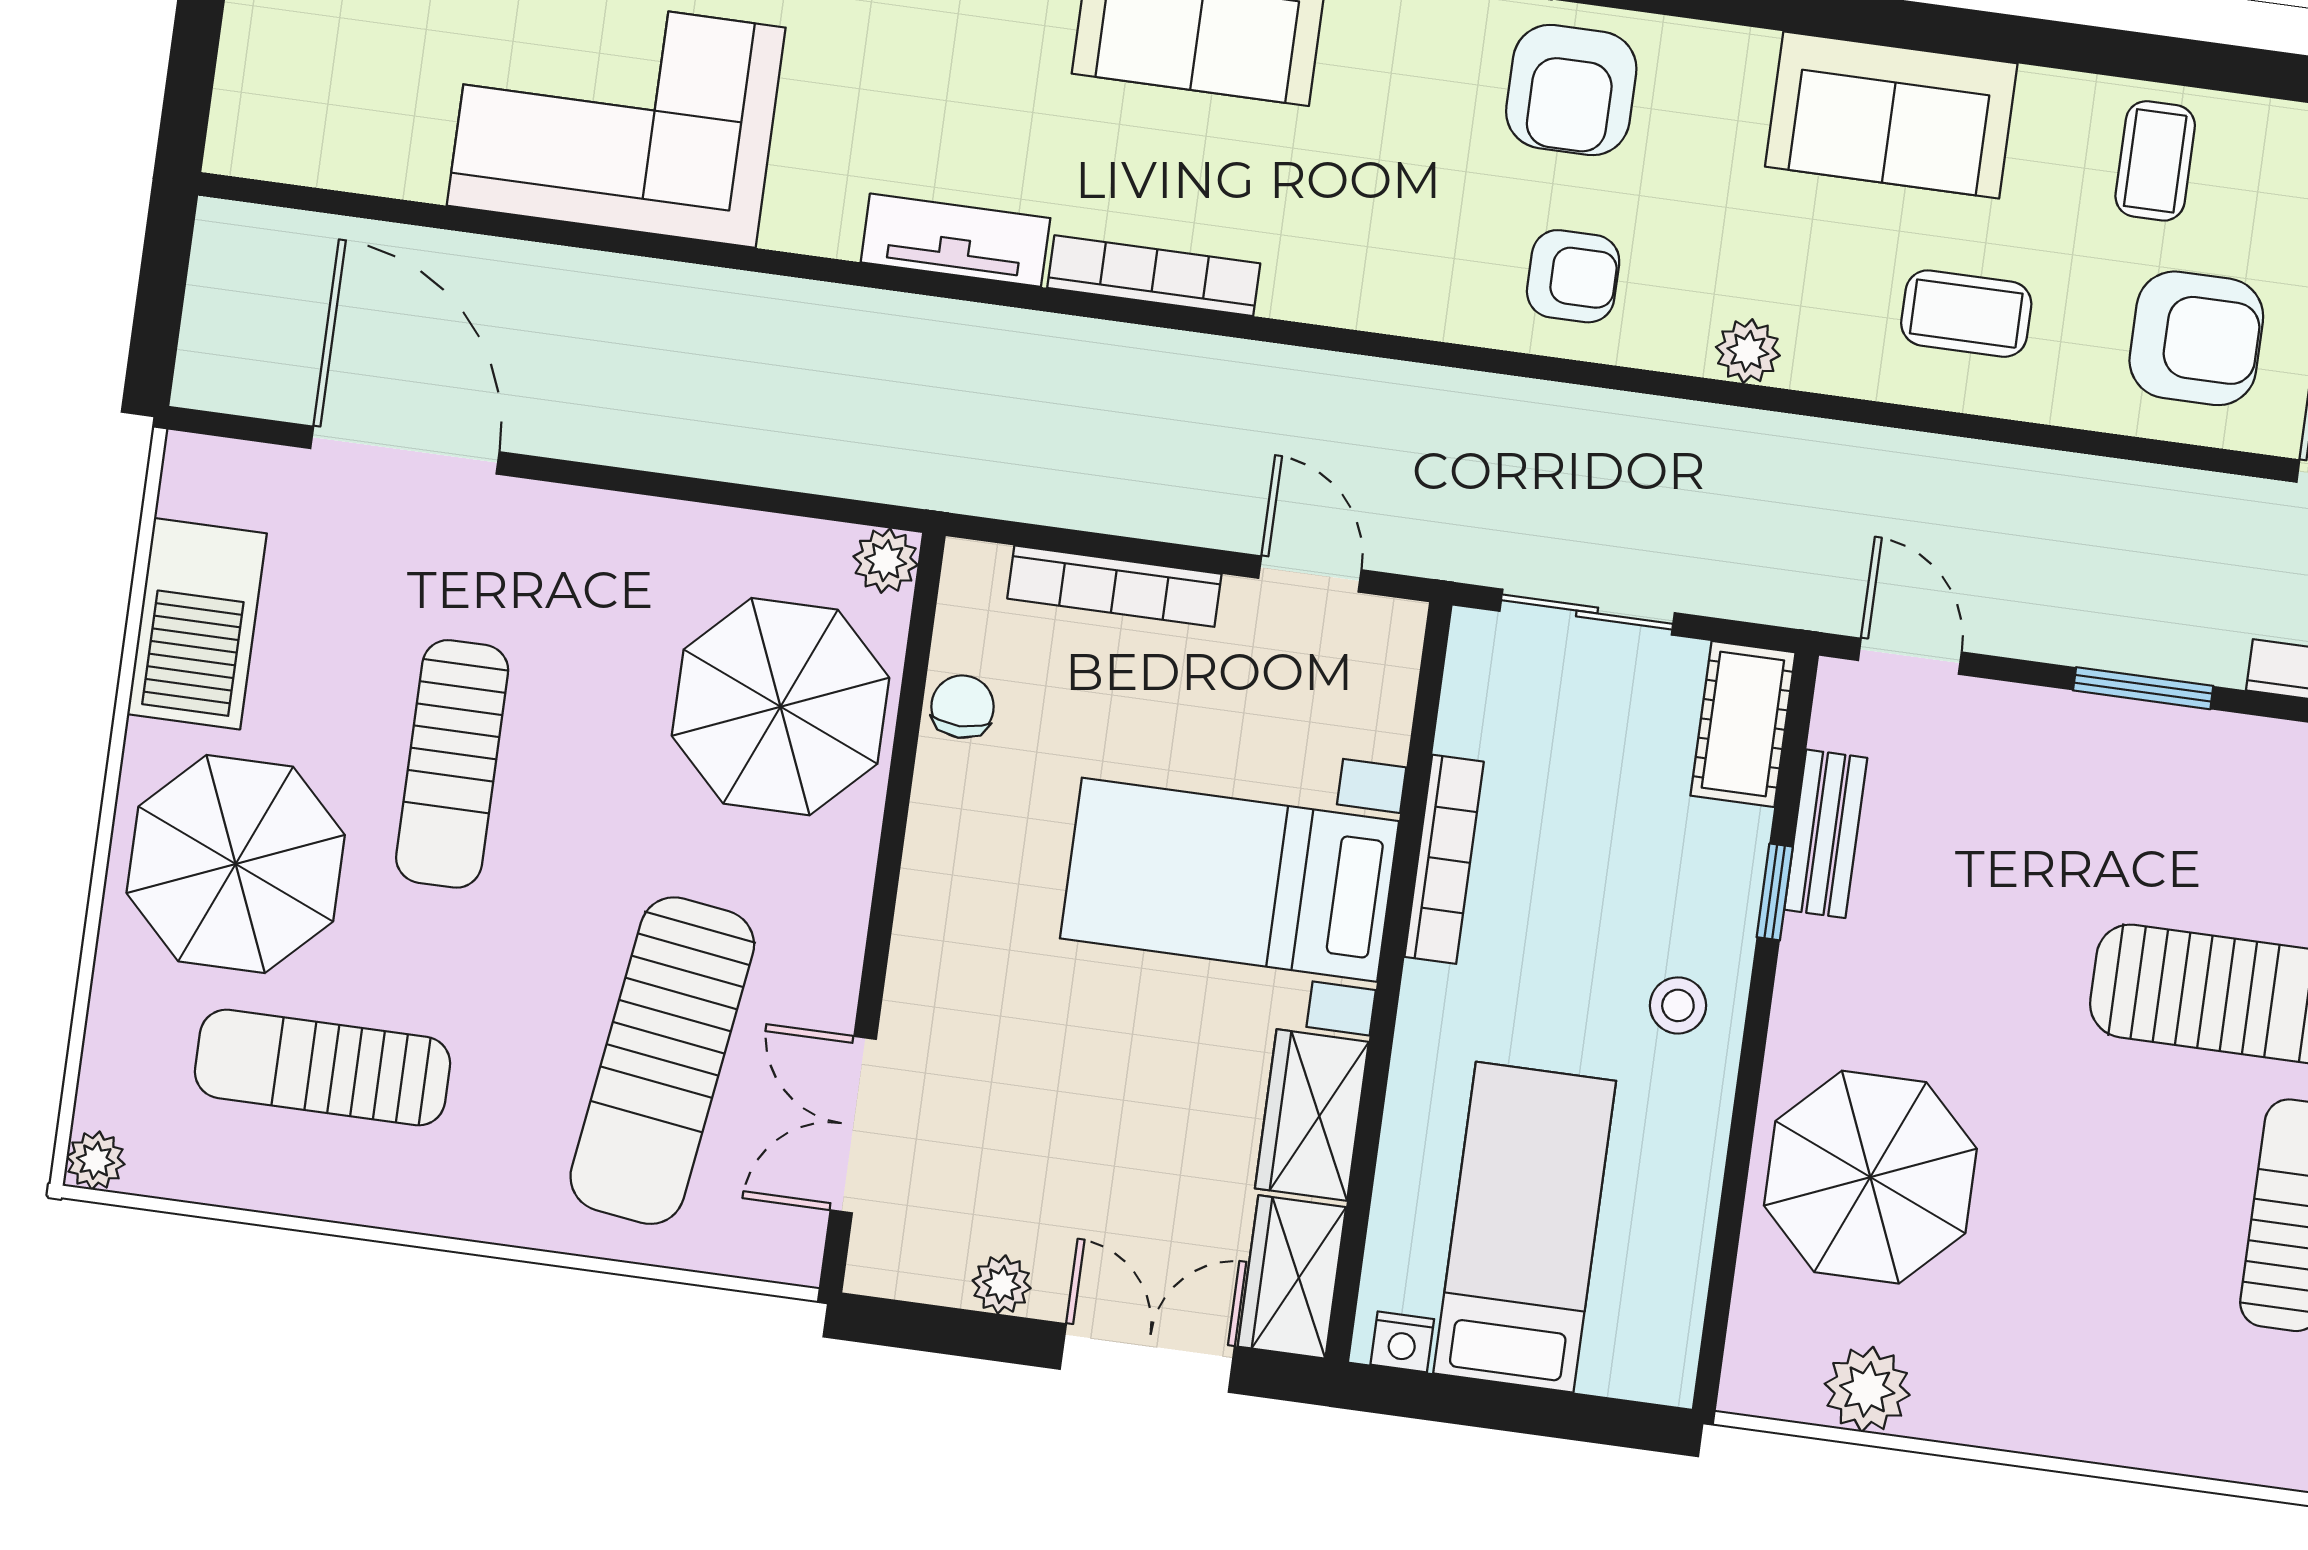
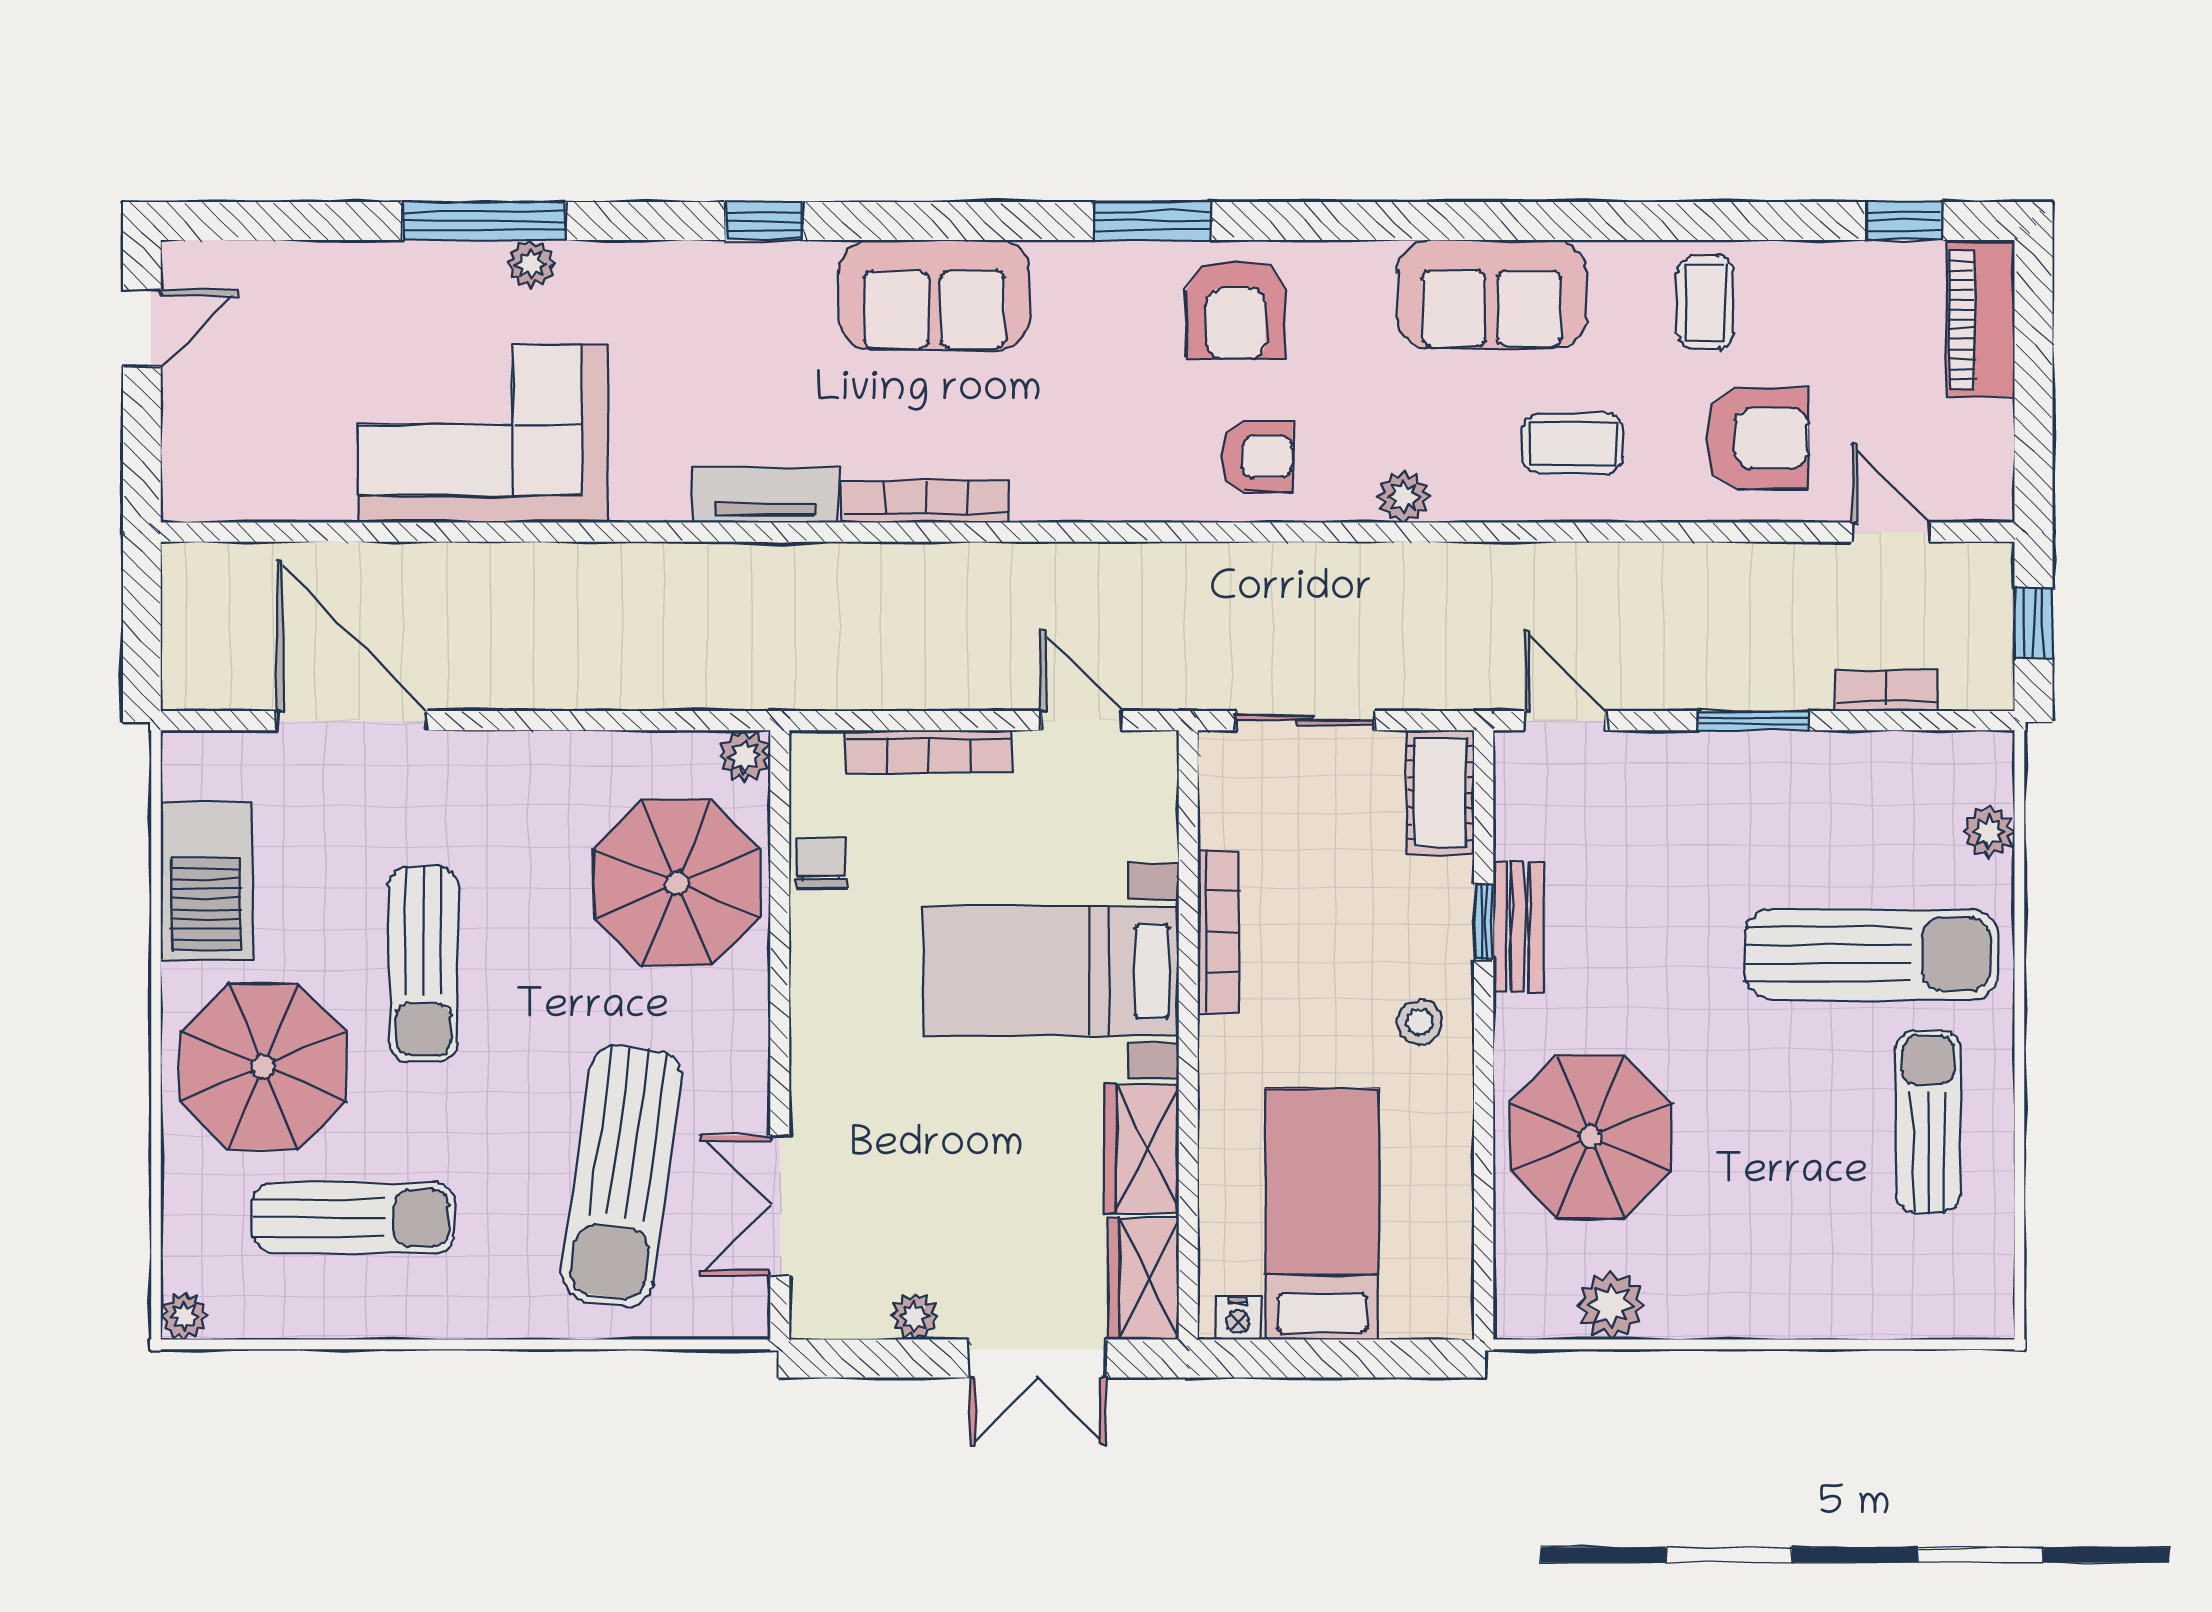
bench: (1826, 834) -> (1518, 927), moved
sun lounger: (323, 1067) -> (354, 1218), turned 180
double door: (1147, 1358) -> (1038, 1359), swing flipped

